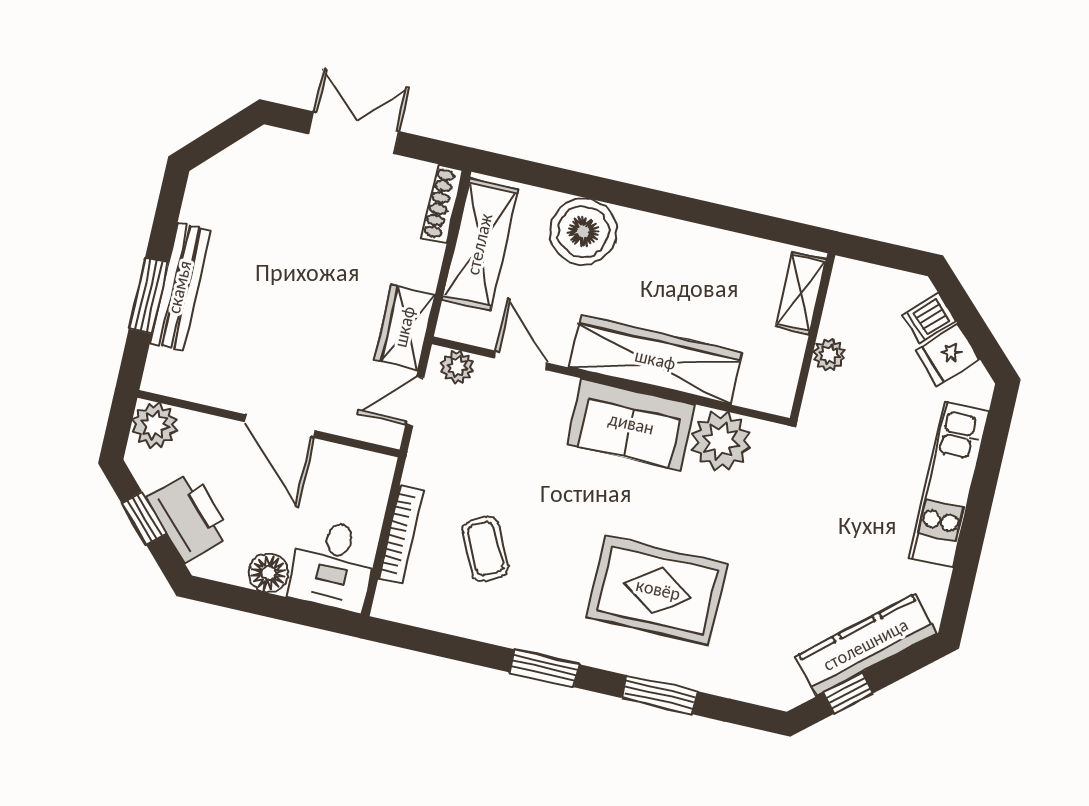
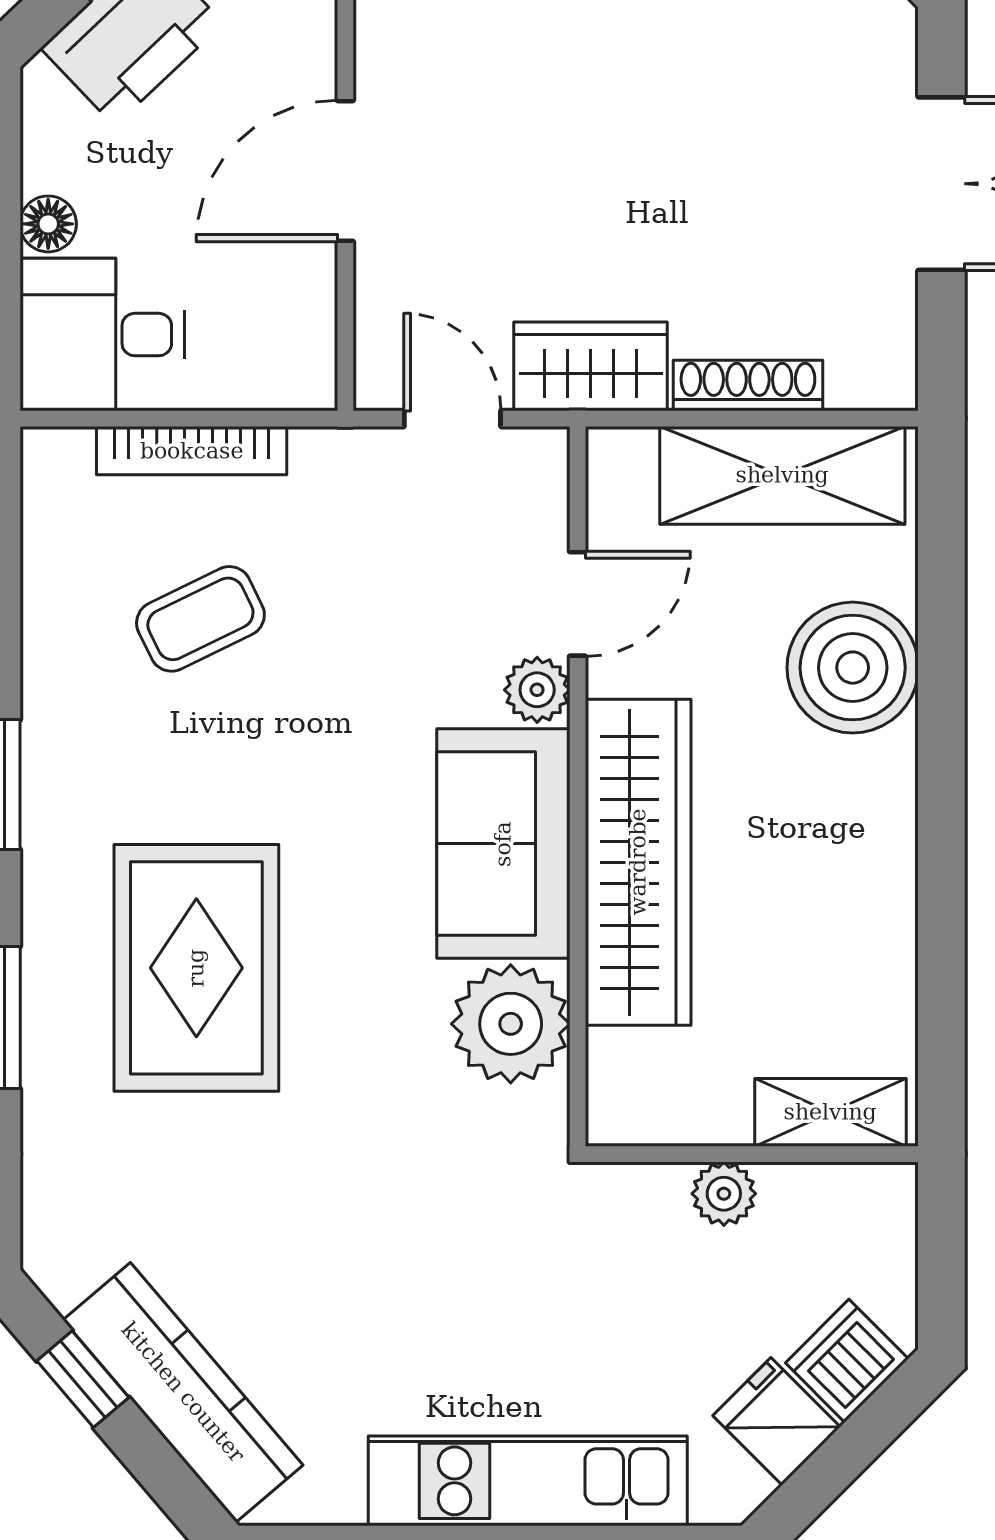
shoe rack: (443, 204) -> (748, 385), moved
dishwasher: (929, 318) -> (847, 1361), width x1.38
plant: (457, 367) -> (537, 690), moved
floor lamp: (269, 573) -> (48, 224), width x0.73, depth x0.73

